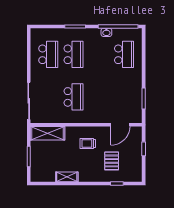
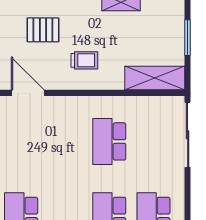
door: (120, 125) -> (28, 93), hinge flipped
pallet: (112, 161) -> (43, 30), turned 90

